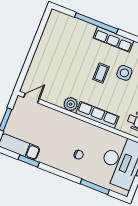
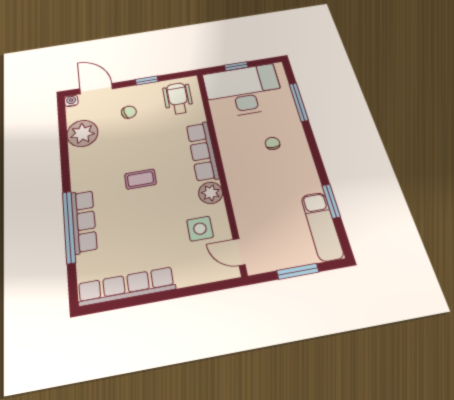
row of seats: (48, 35) -> (126, 286), added
row of seats: (114, 39) -> (84, 221), moved
side table: (124, 73) -> (200, 229), moved

